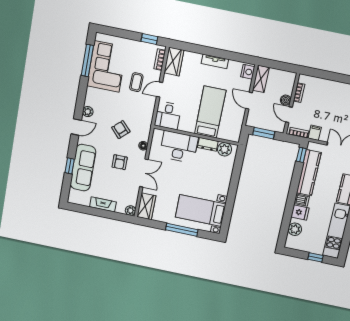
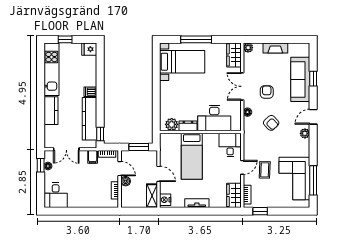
fridge: (300, 212) -> (89, 49), moved
plant: (295, 229) -> (90, 62), removed

